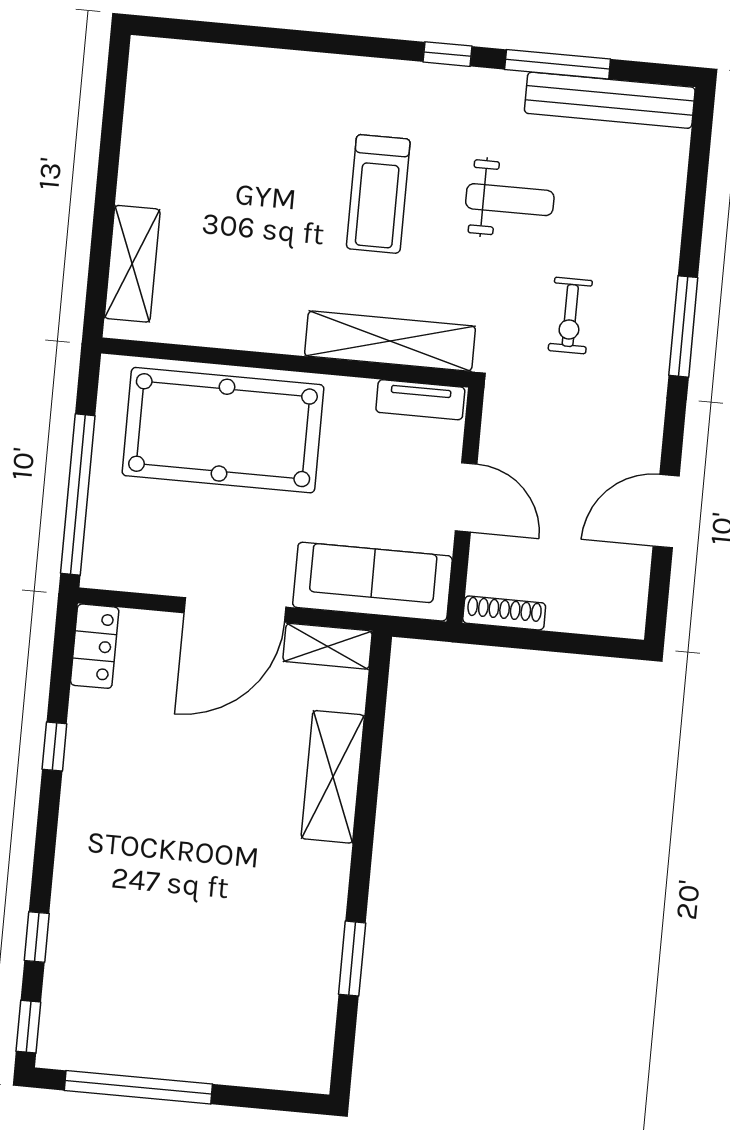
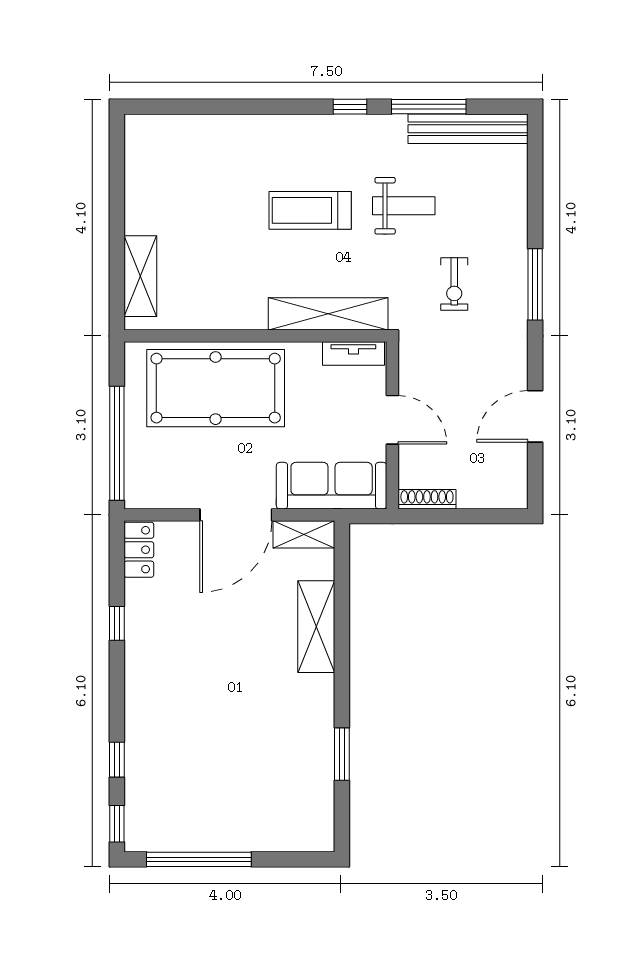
treadmill: (378, 194) -> (310, 210), turned 90

